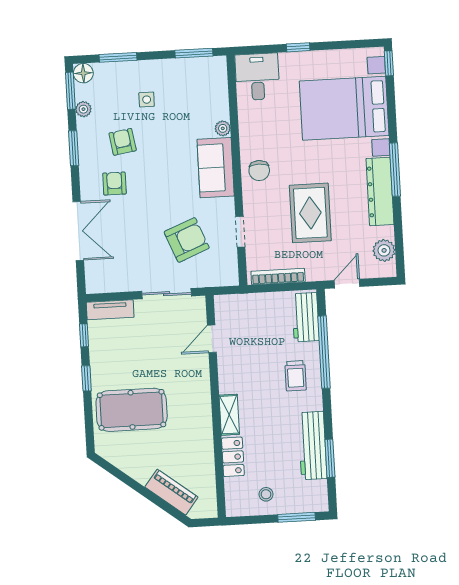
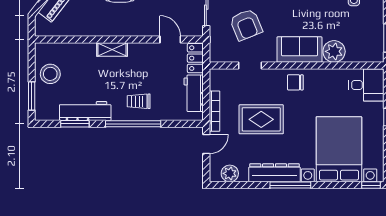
plant: (223, 128) -> (334, 51), width x1.88, depth x1.88
bookcase: (278, 277) -> (214, 111), moved
door: (347, 284) -> (206, 144), hinge flipped
workbench: (305, 317) -> (194, 93), moved, turned -90
window: (324, 352) -> (133, 124), moved
locker: (233, 457) -> (195, 58), moved, turned 90
stool: (266, 494) -> (50, 74), width x1.89, depth x1.89

